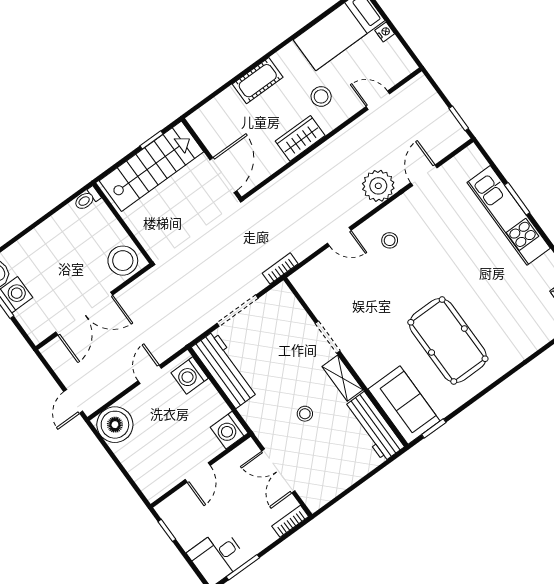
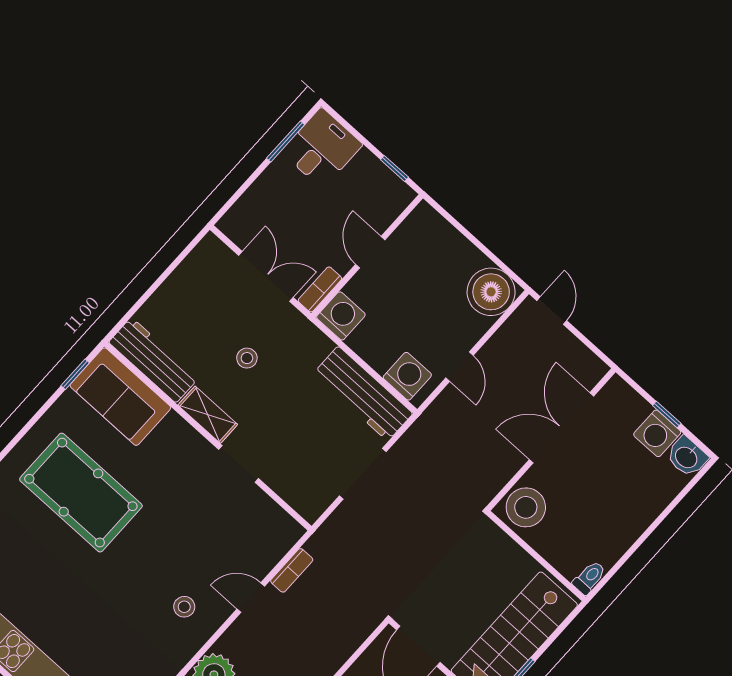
bookcase: (280, 268) -> (292, 570), moved
bookcase: (290, 521) -> (320, 289), moved, turned 180

